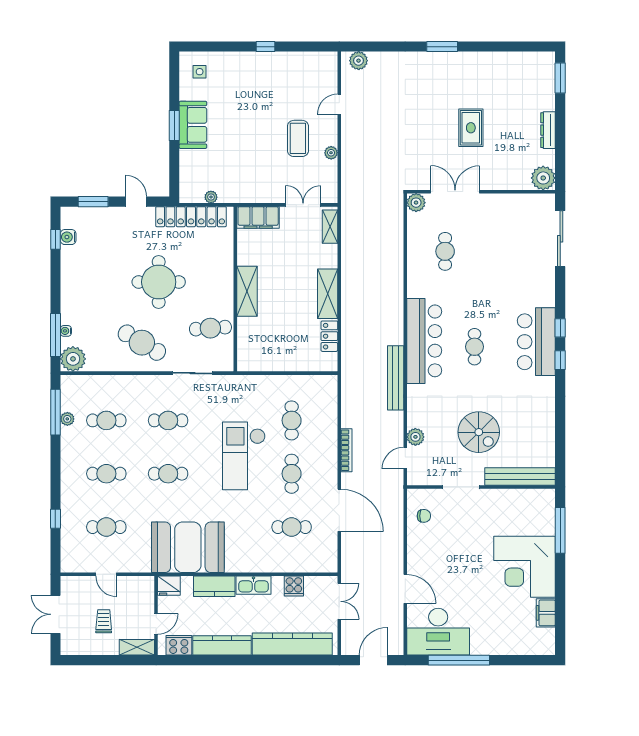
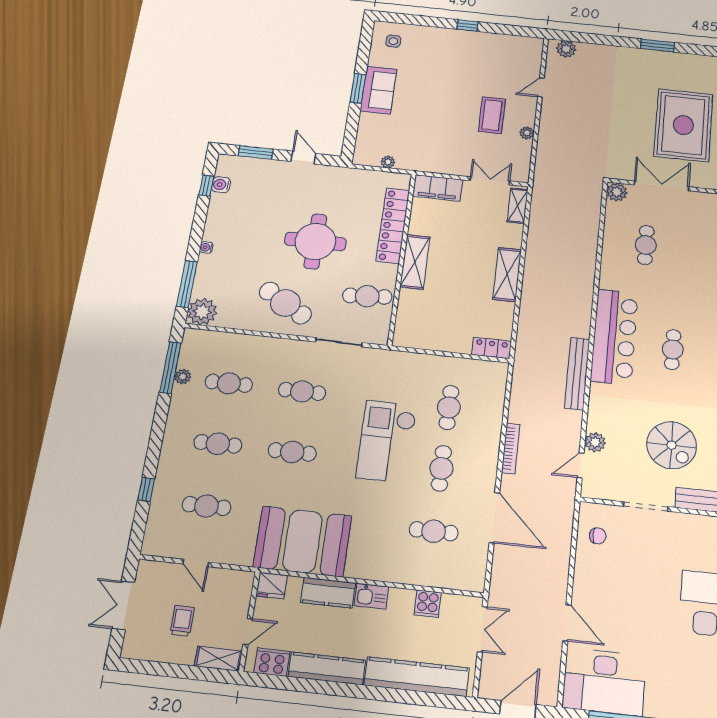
rug: (471, 128) -> (683, 125), width x1.86, depth x2.06
locker: (191, 217) -> (393, 226), moved, turned 90
water cooler: (66, 331) -> (206, 247), moved
locker: (329, 336) -> (492, 348), moved, turned 90
kitchen sink: (253, 585) -> (371, 596), width x0.73

